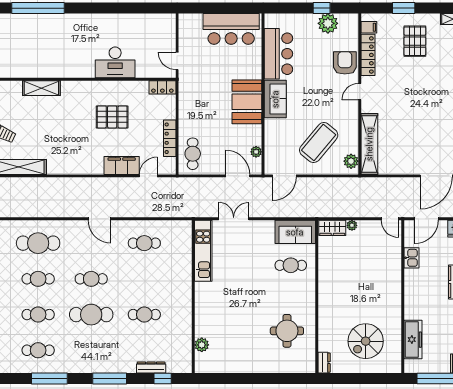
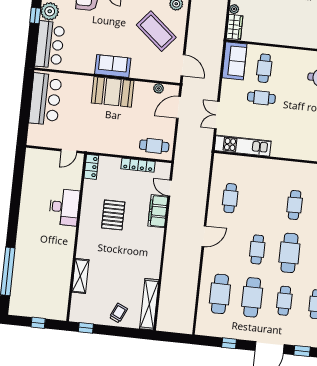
bar counter: (278, 54) -> (50, 45), moved, turned 90
cafe table: (258, 266) -> (261, 98), added
cafe table: (38, 279) -> (252, 297), width x1.37, depth x1.35

